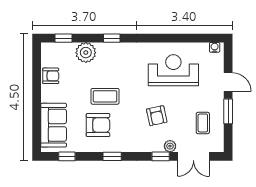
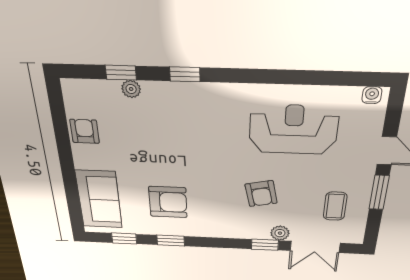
window: (64, 38) -> (121, 73), moved
plant: (86, 53) -> (131, 89), width x0.53, depth x0.53
armchair: (51, 76) -> (85, 131), turned -90
coffee table: (105, 96) -> (177, 164), removed
window: (112, 156) -> (171, 241), moved

